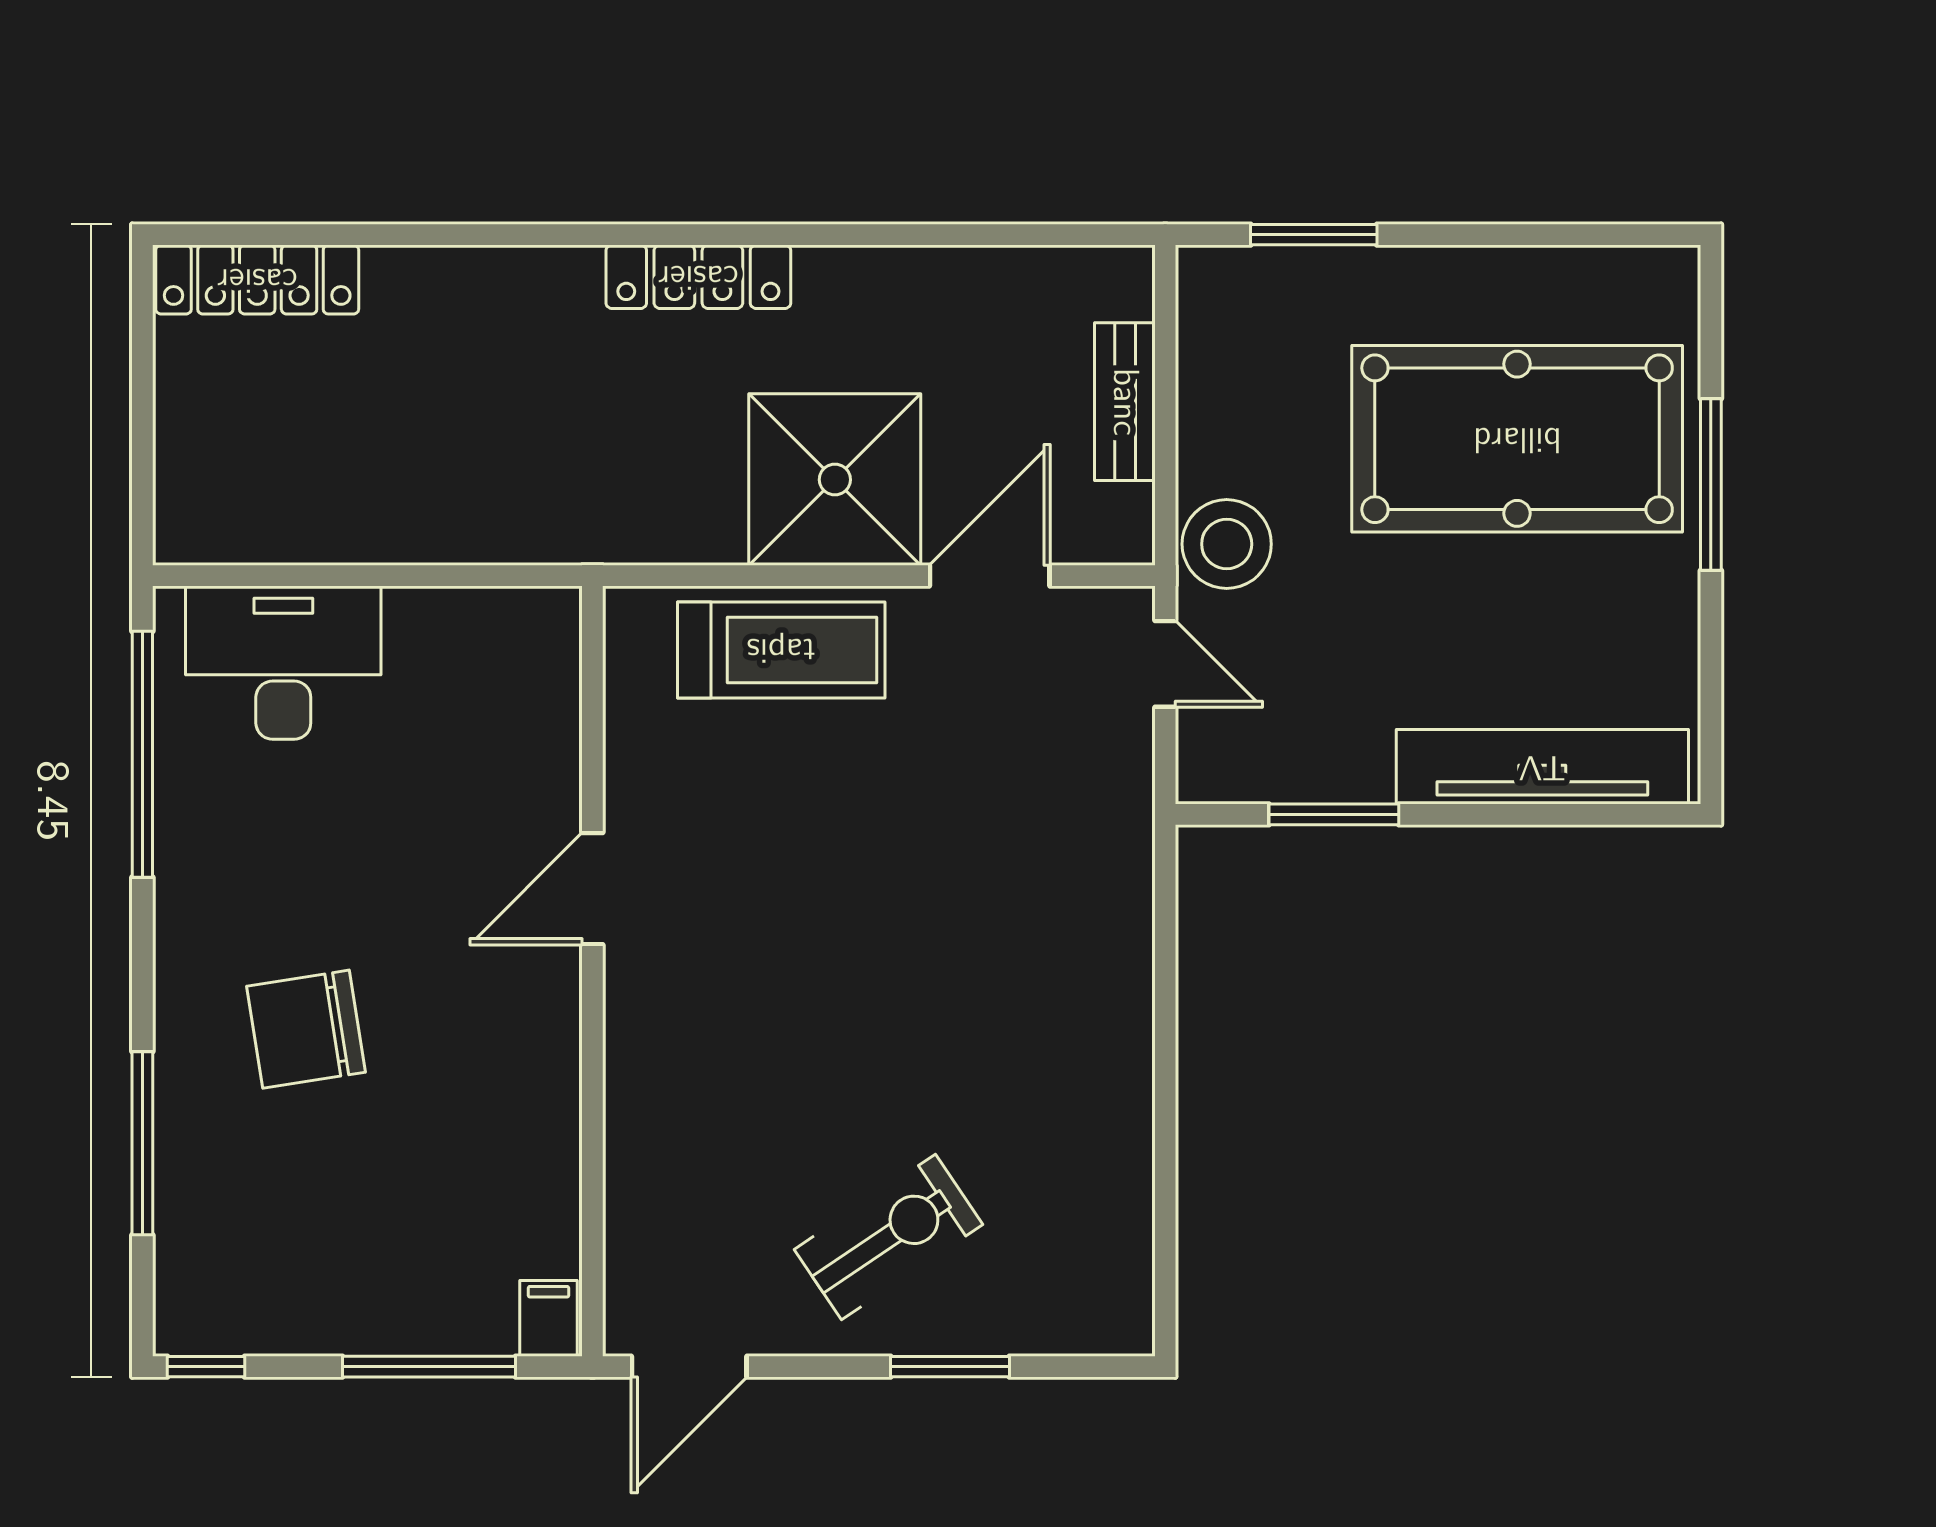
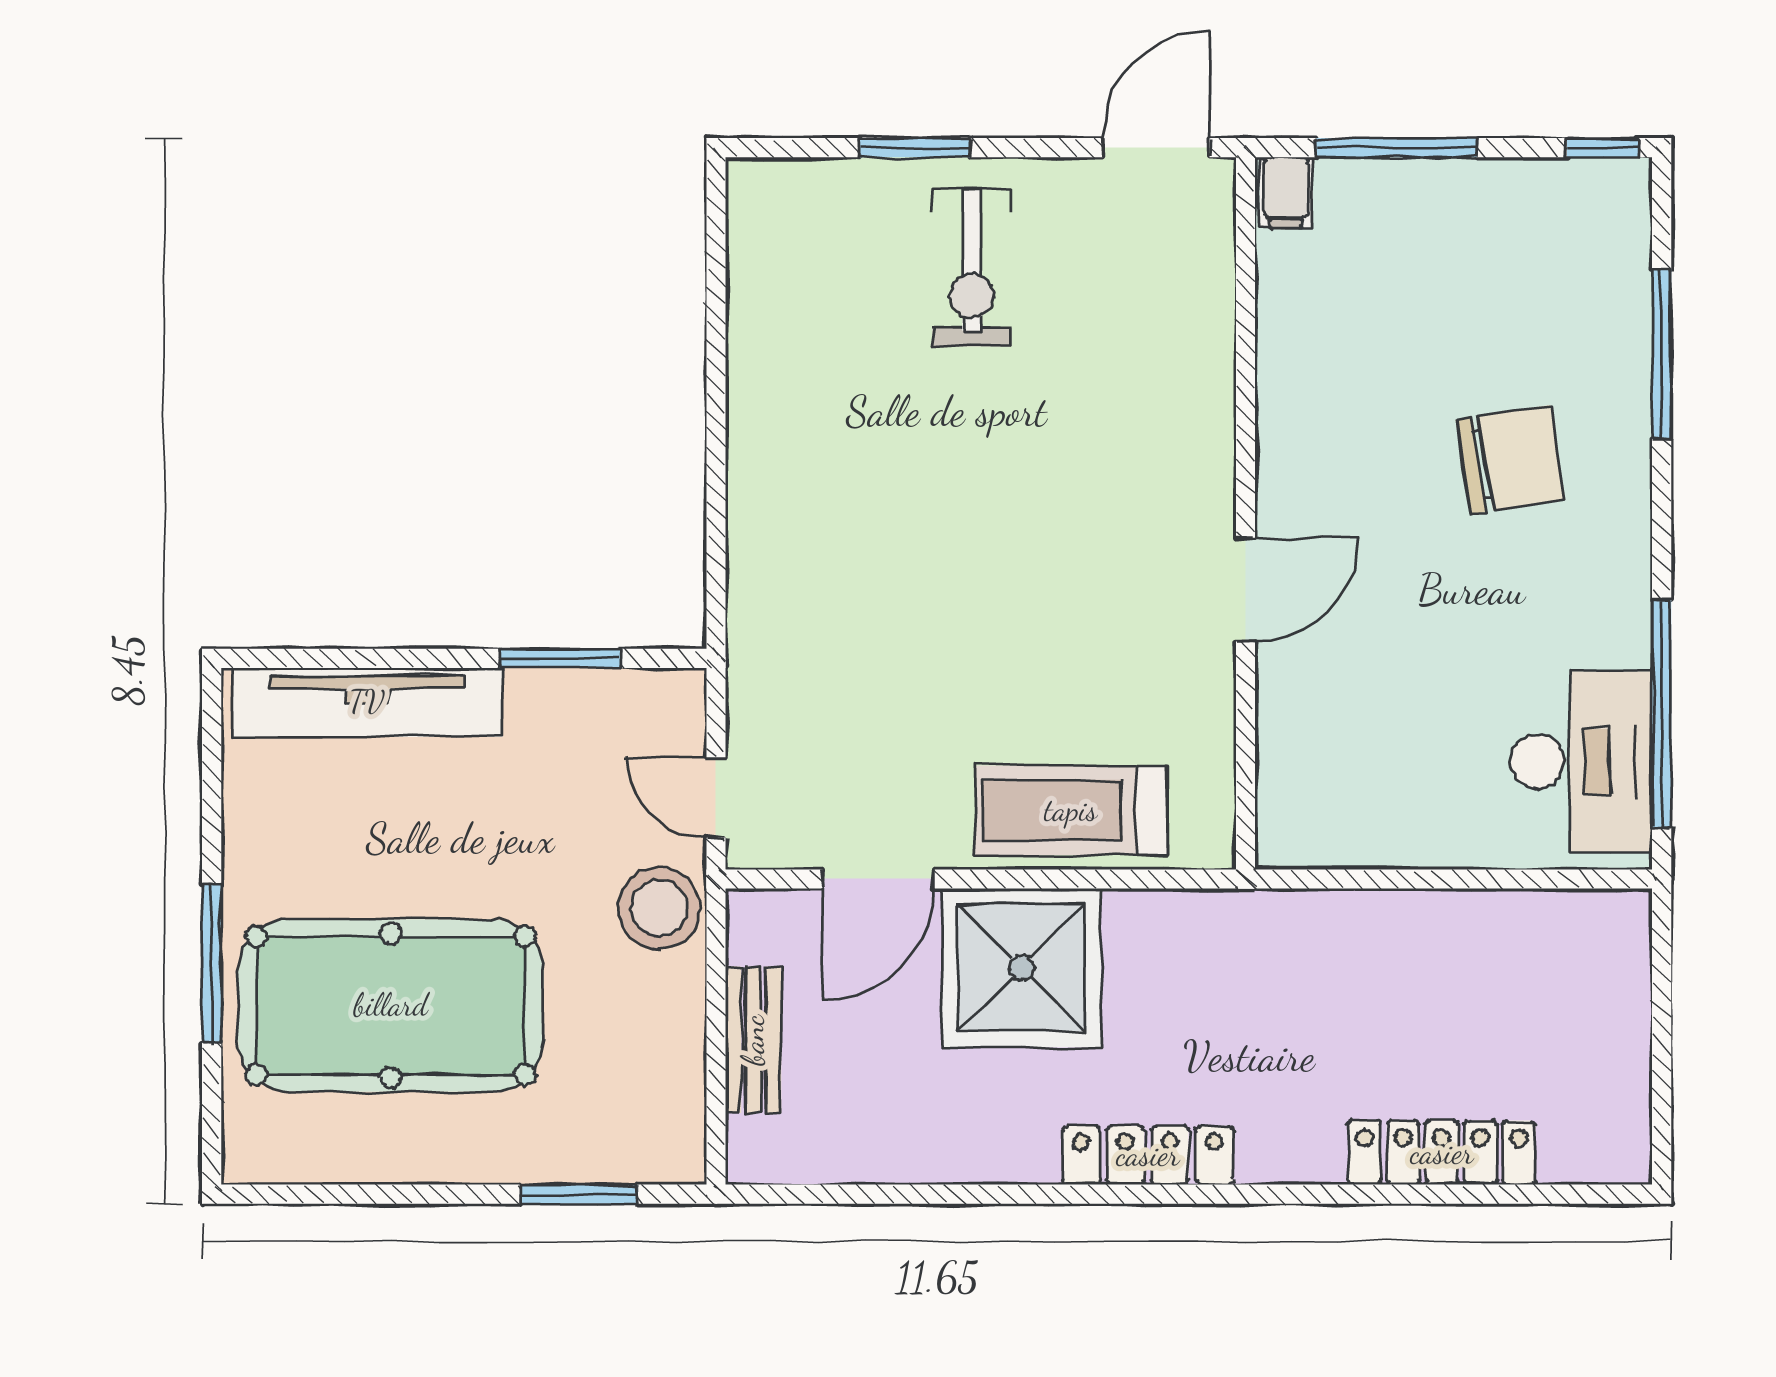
locker: (257, 280) -> (1442, 1153), moved
desk: (283, 663) -> (1581, 762), moved, turned -90
exercise bike: (889, 1237) -> (972, 268), turned -56

